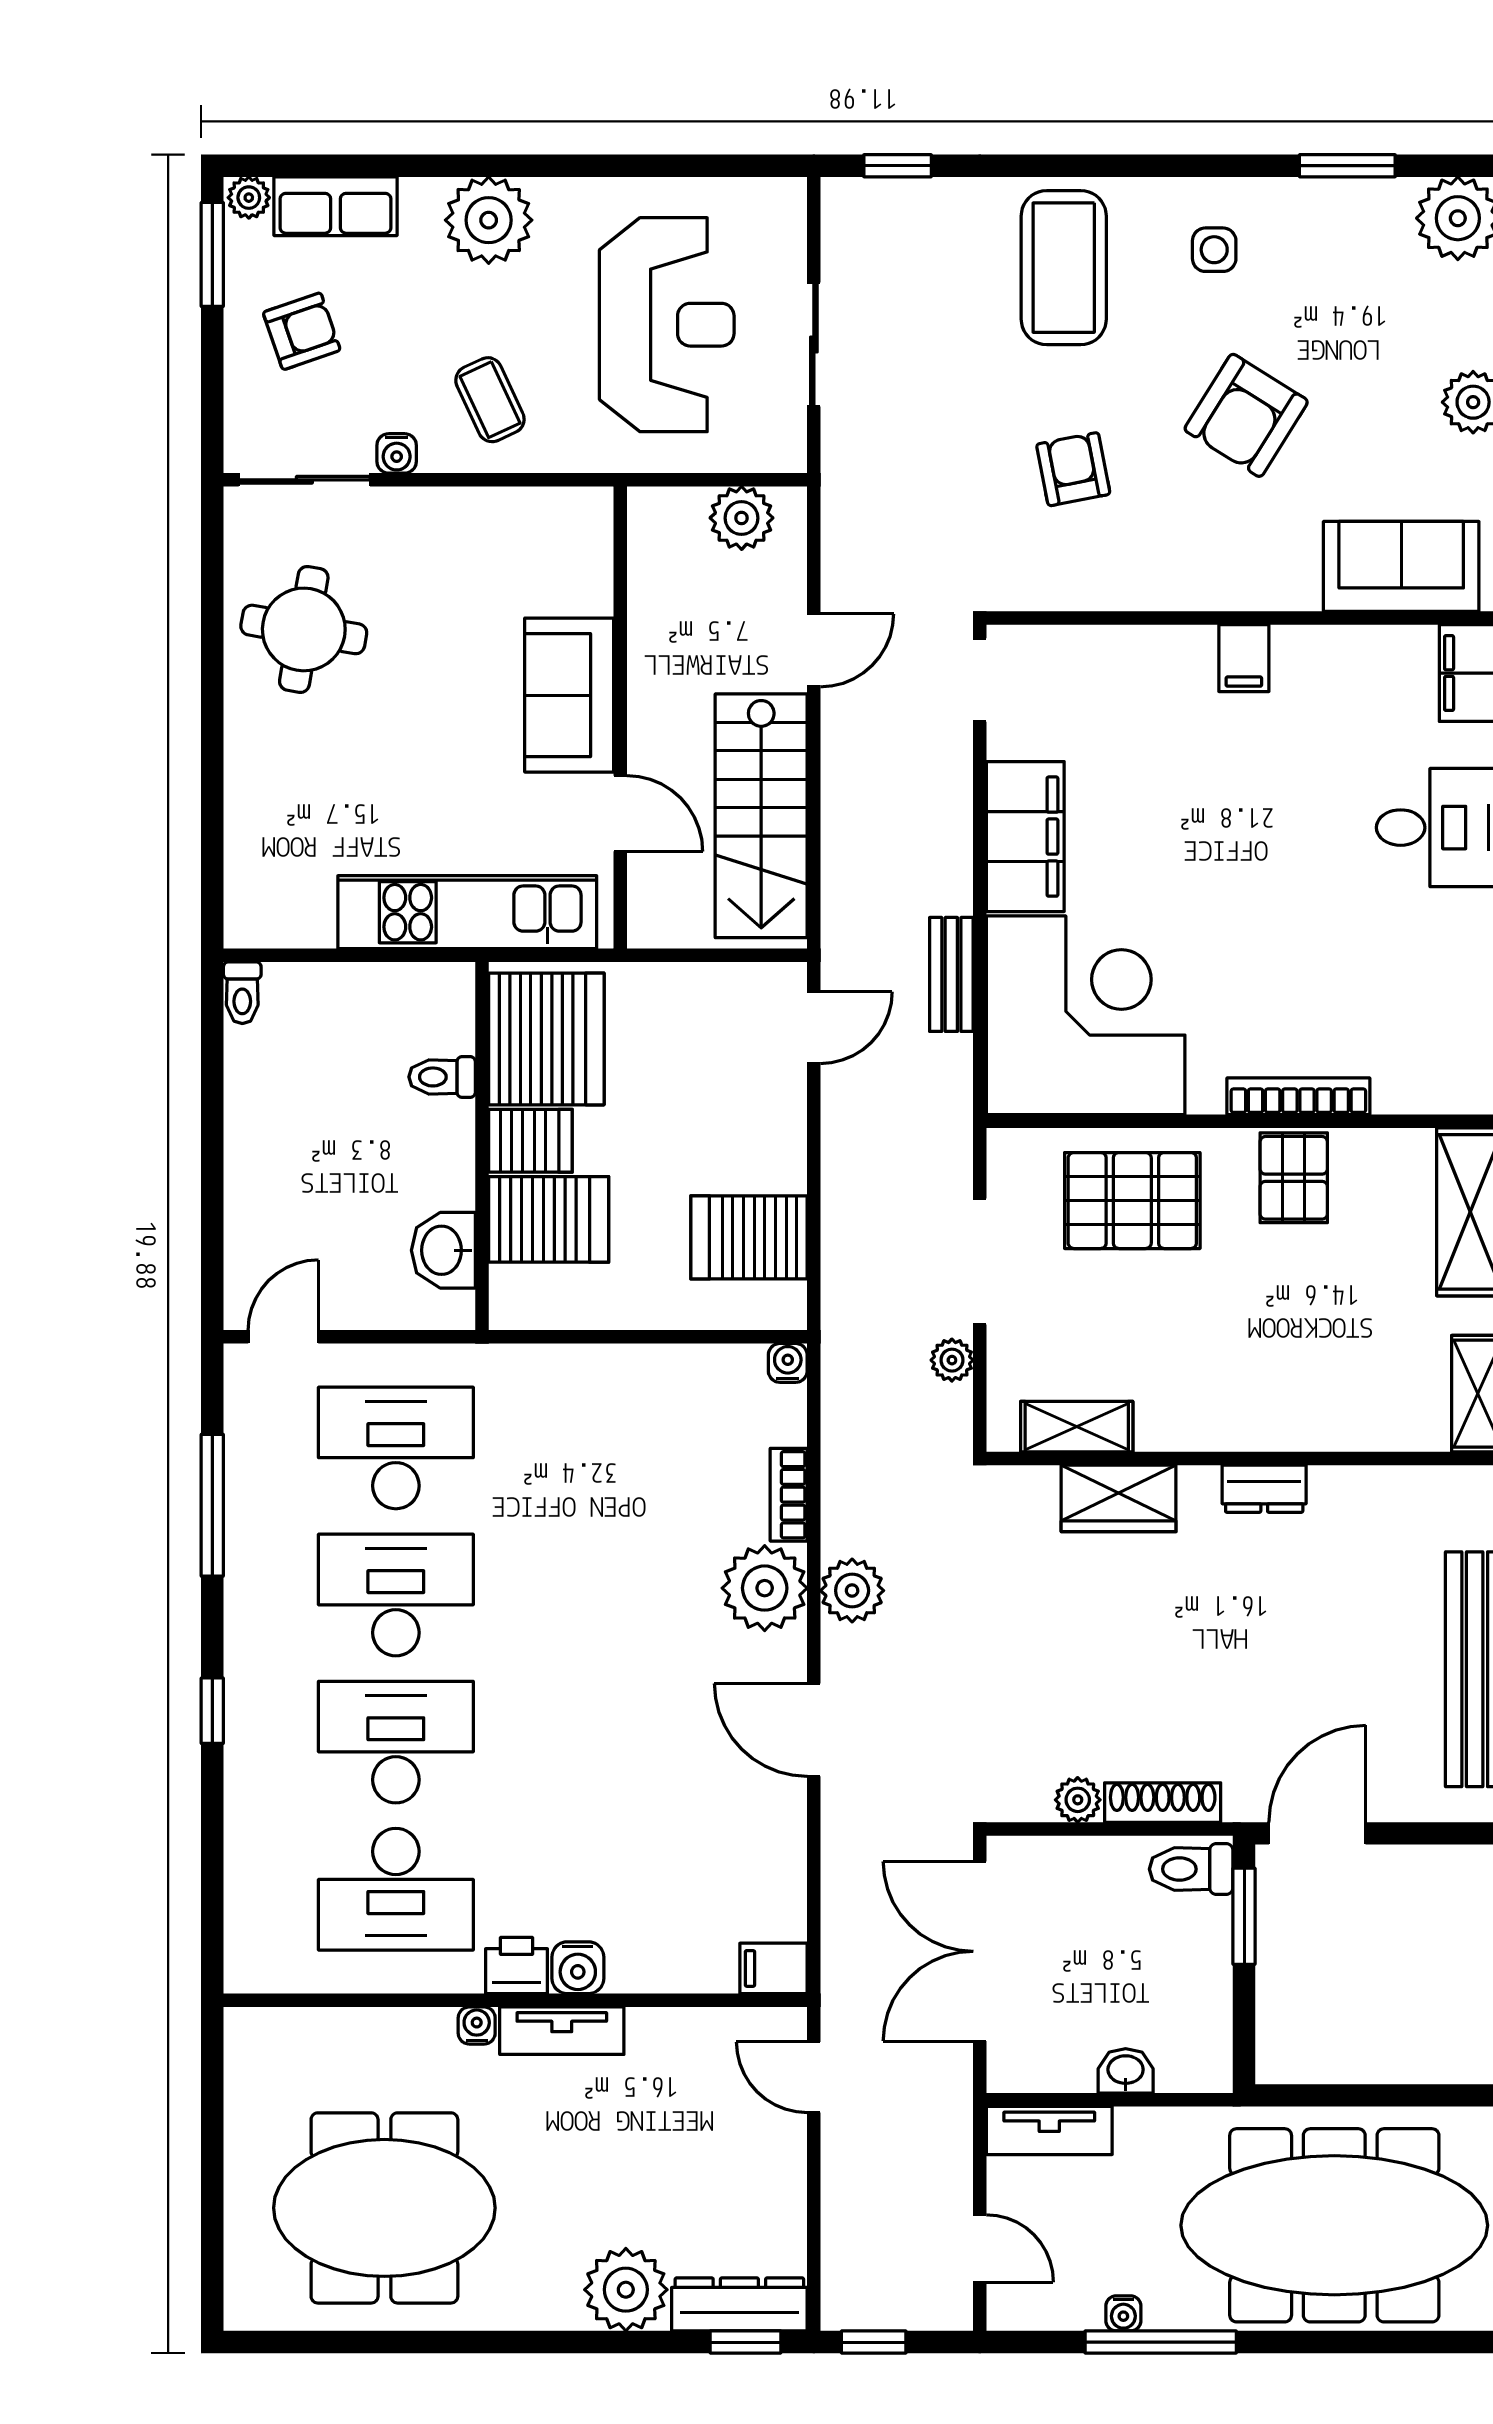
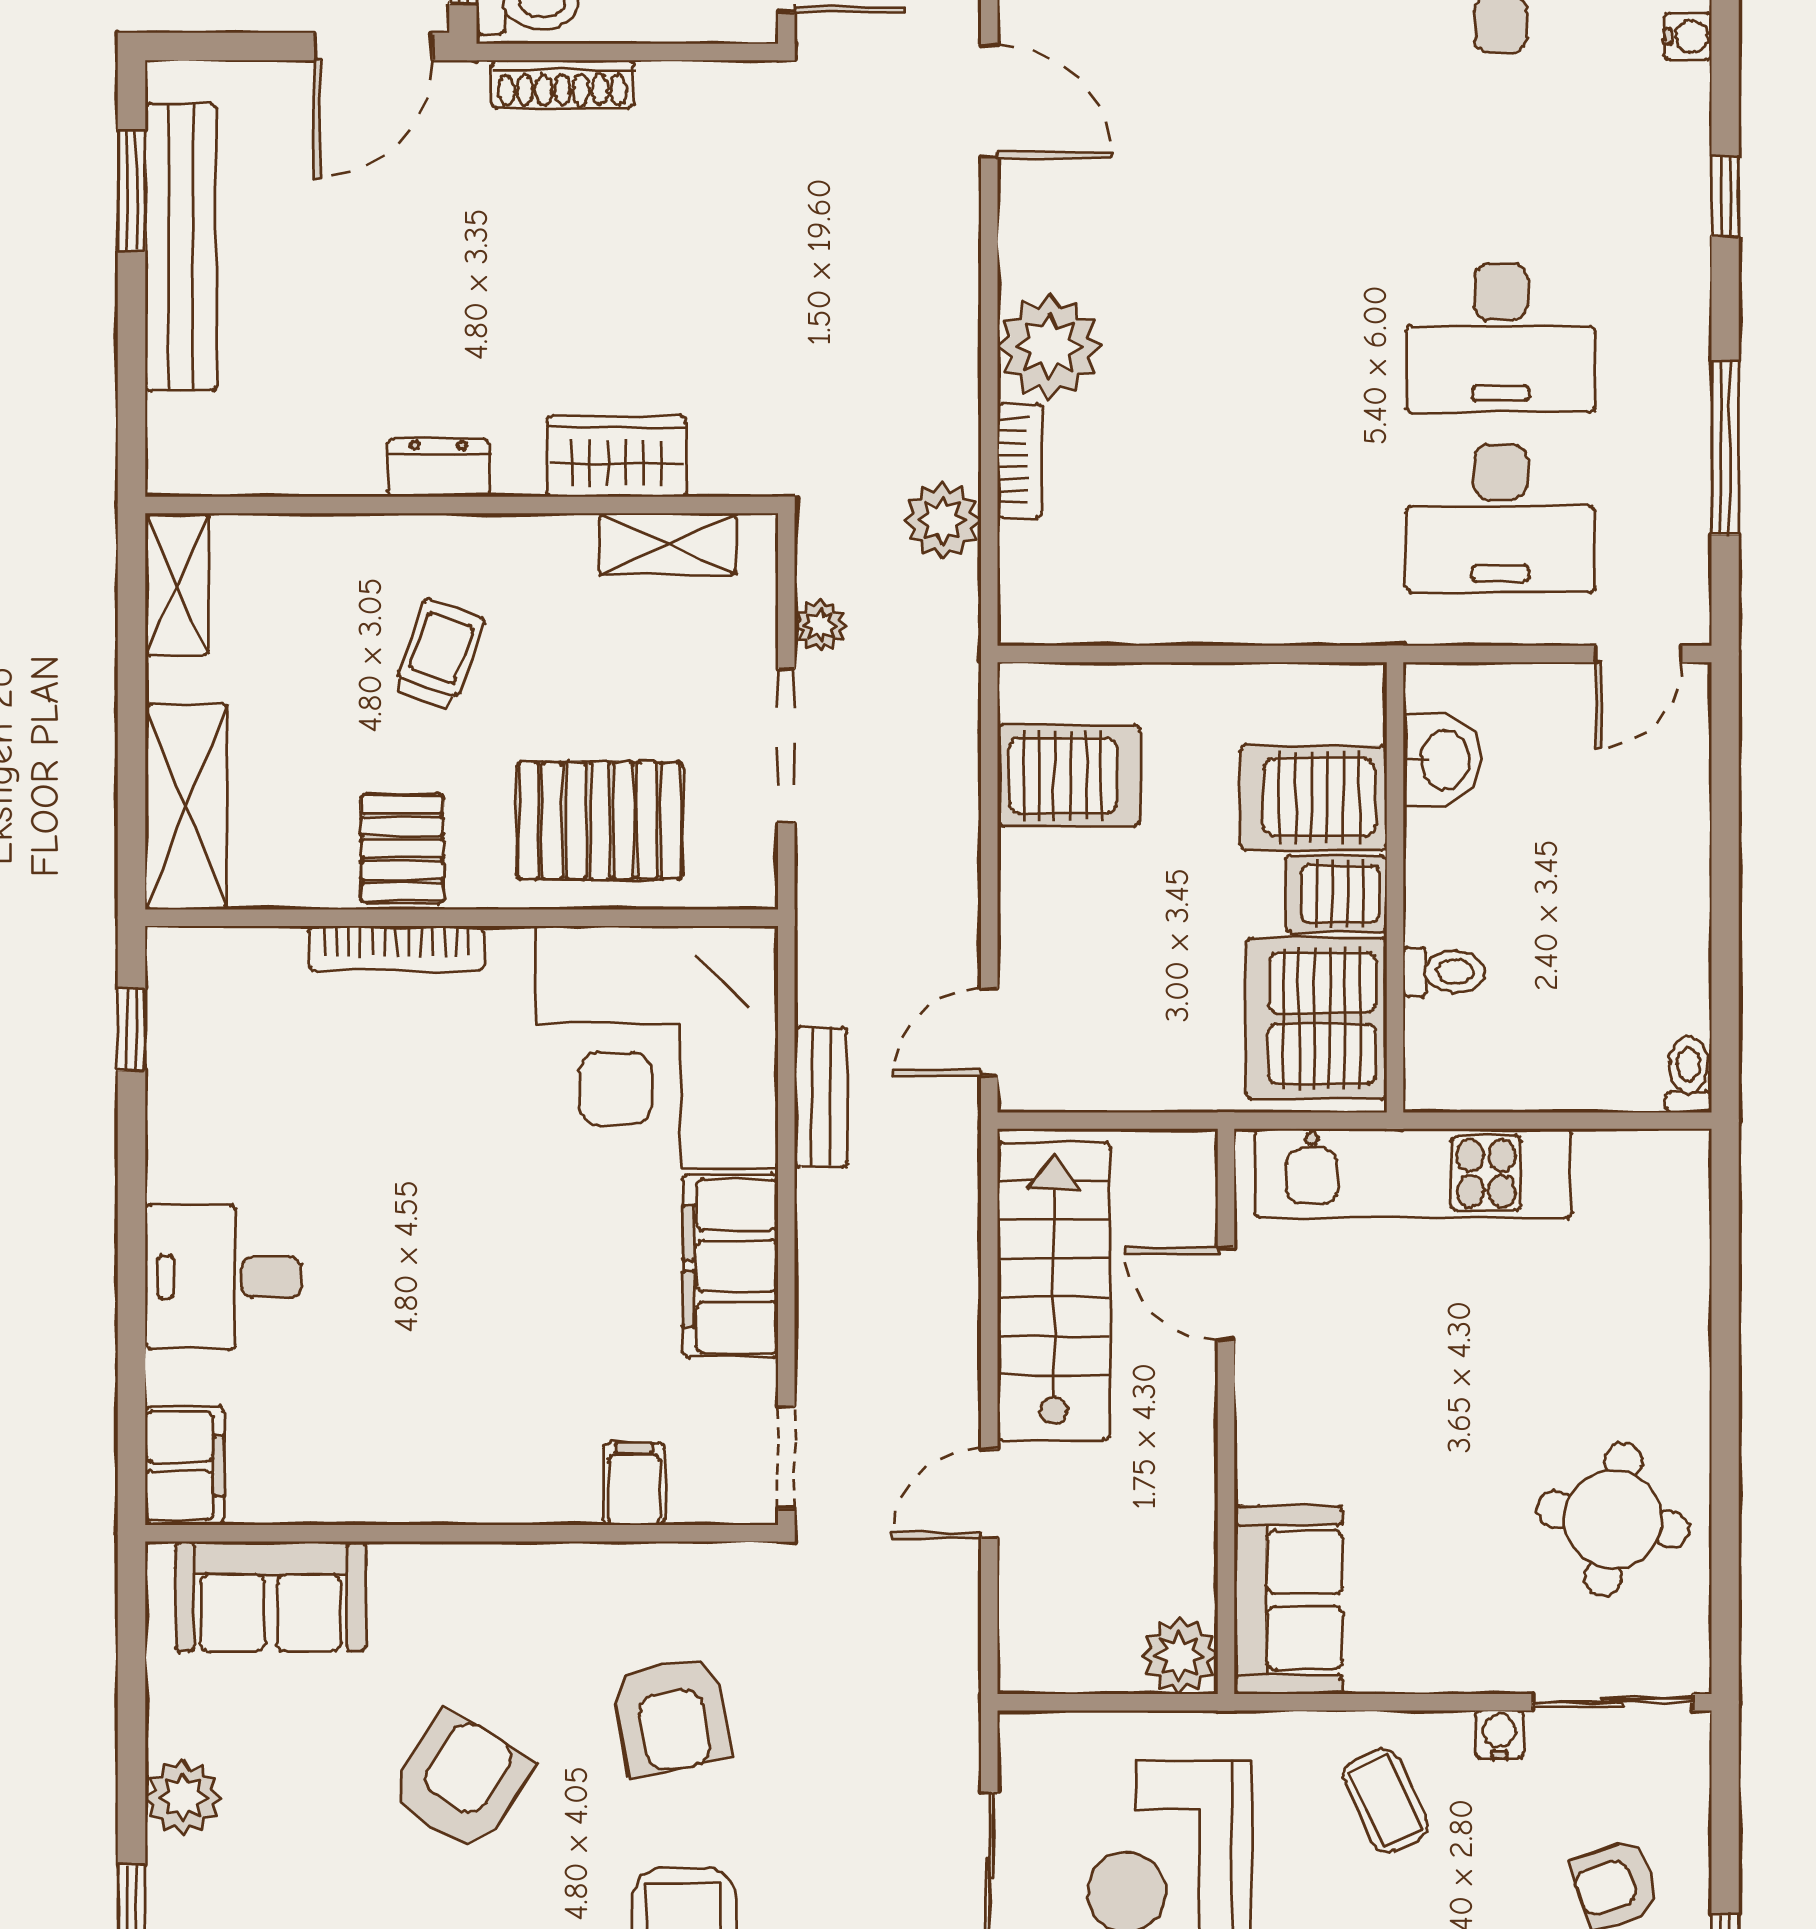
armchair: (1073, 469) -> (672, 1715), width x1.38, depth x1.38
plant: (742, 518) -> (1179, 1656), moved
filing cabinet: (1244, 658) -> (634, 1484), moved
sofa: (569, 695) -> (1288, 1600), moved
trolley: (1264, 1337) -> (439, 654), added
water cooler: (788, 1363) -> (1688, 36), moved, turned -90
plant: (852, 1591) -> (942, 520), moved
door: (814, 1730) -> (989, 101), moved
desk: (396, 1742) -> (1501, 158), removed
plant: (1078, 1800) -> (666, 87), removed

